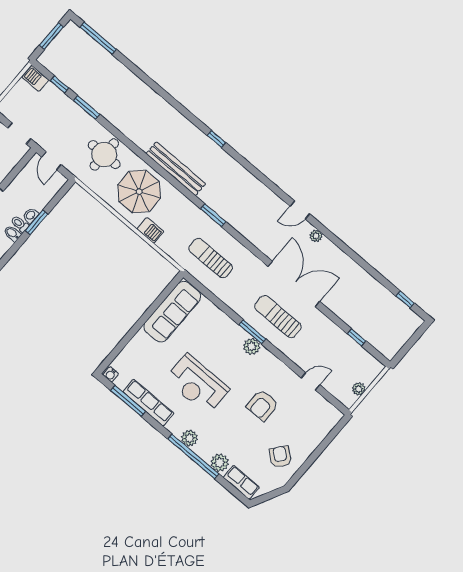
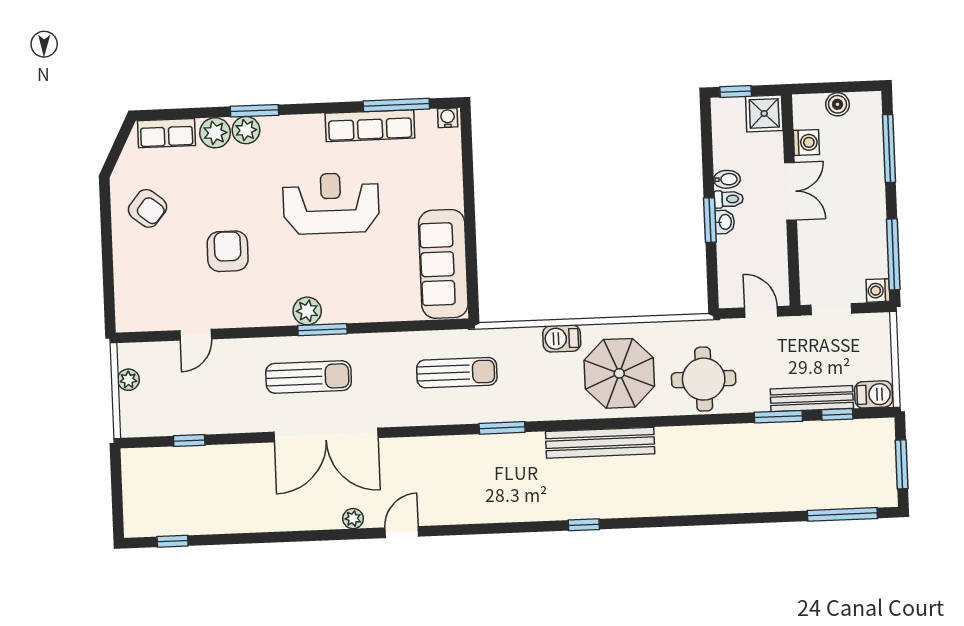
bench: (64, 102) -> (812, 399), added
plant: (190, 438) -> (246, 130), moved
window: (193, 456) -> (254, 111), width x0.47

